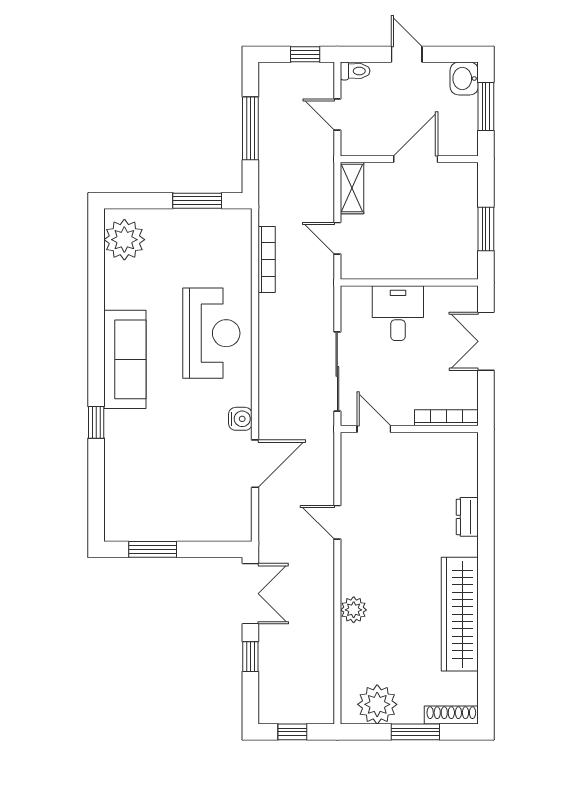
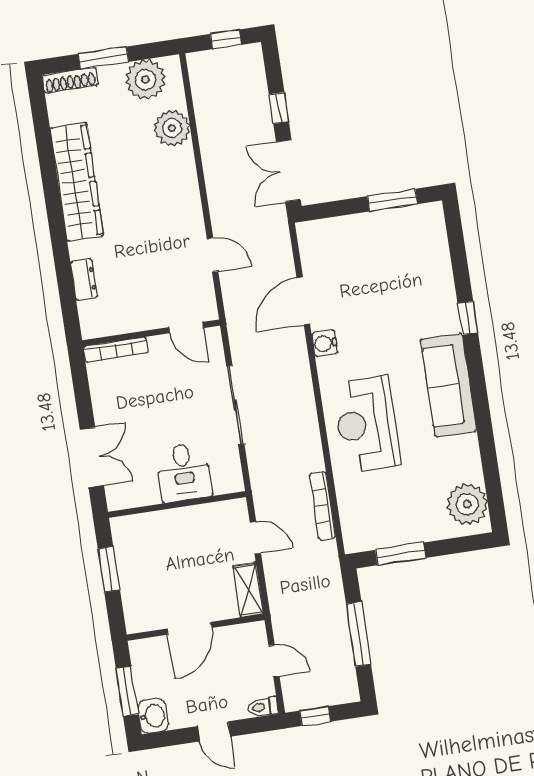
bookcase: (446, 418) -> (116, 350), moved
door: (374, 429) -> (186, 328), moved
wall: (409, 429) -> (151, 333), moved
plant: (354, 610) -> (172, 128), moved, width x1.36, depth x1.36

